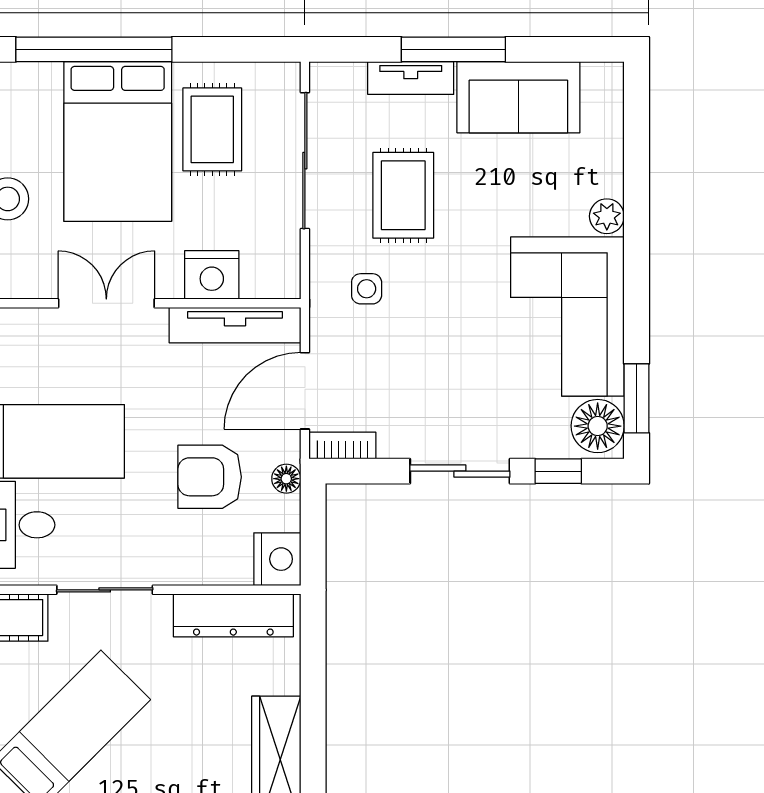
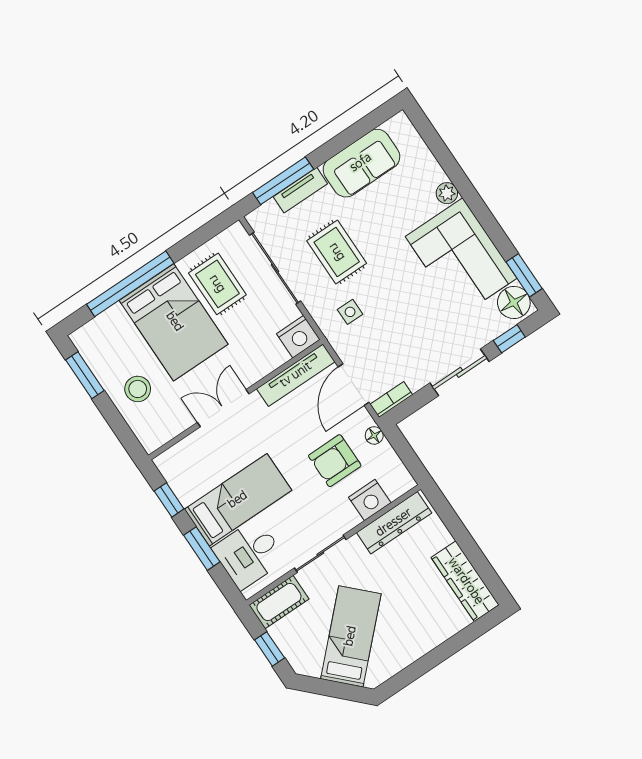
window: (453, 49) -> (283, 181), moved
nightstand: (212, 275) -> (298, 337), moved
nightstand: (277, 559) -> (370, 500), moved, turned 90

